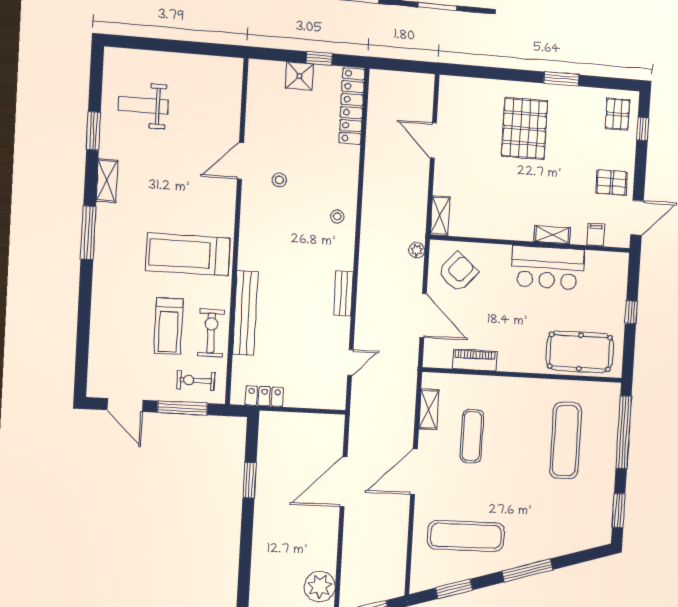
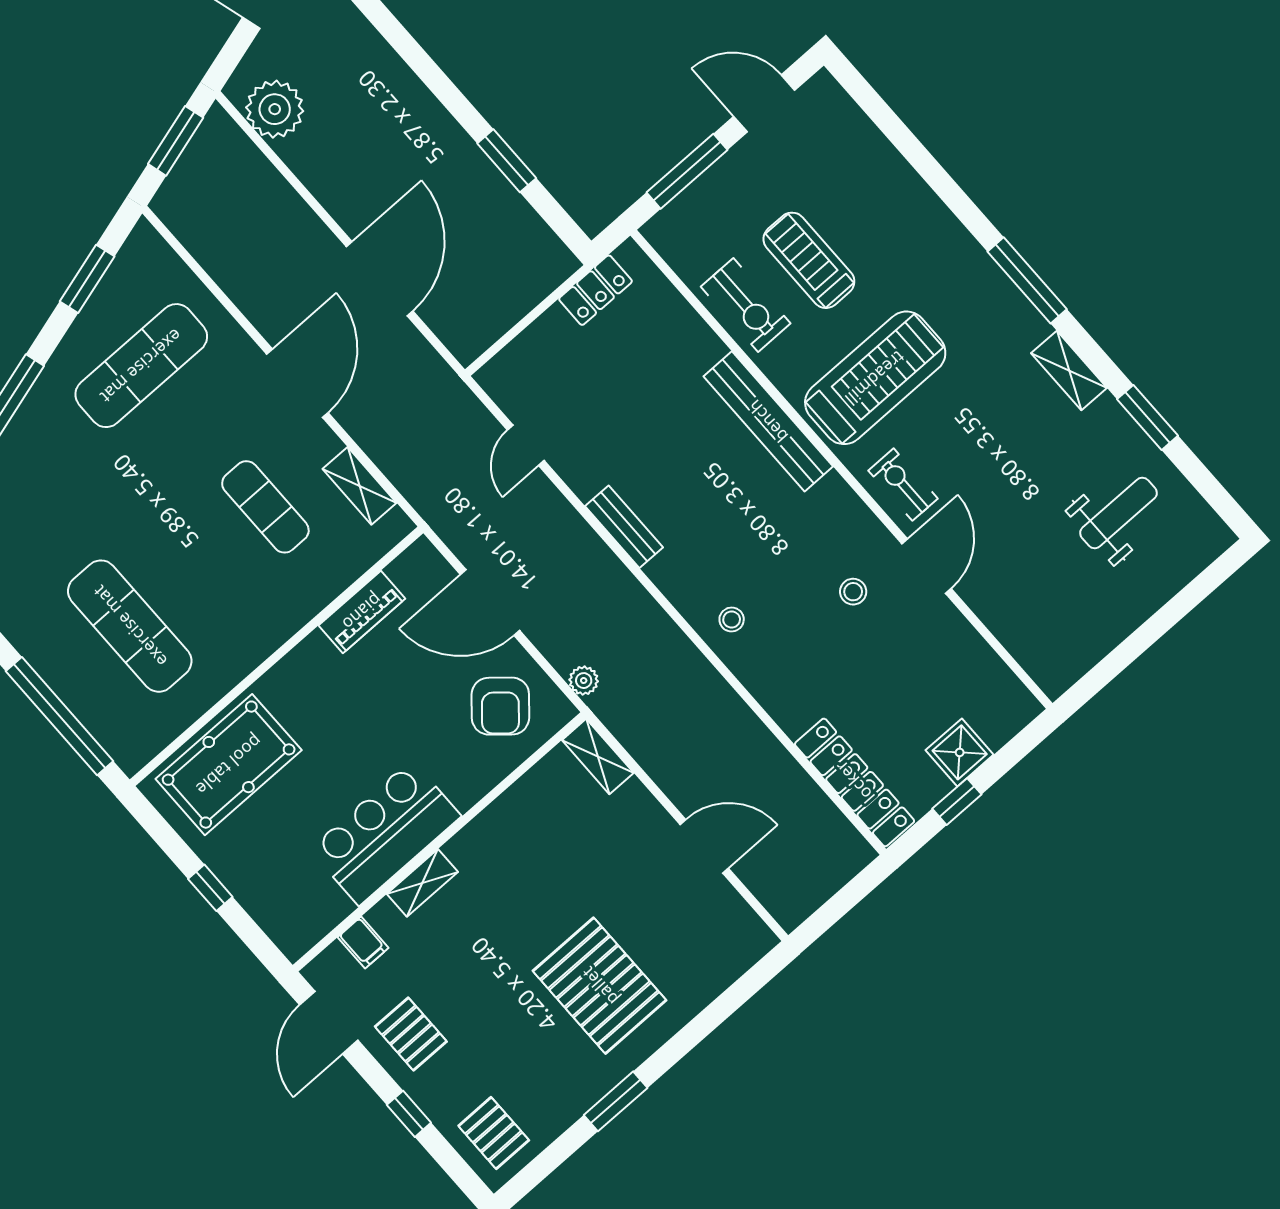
window: (643, 129) -> (409, 1114), moved
pallet: (612, 182) -> (411, 1034), turned 90
bench: (245, 313) -> (768, 421), moved
exercise bike: (196, 380) -> (903, 485), moved, turned -90

